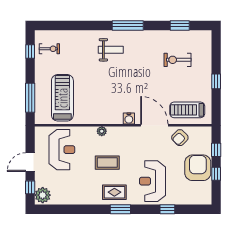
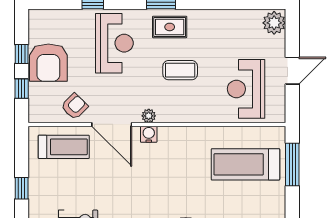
treadmill: (62, 98) -> (245, 164), turned 90
plant: (102, 131) -> (149, 116), moved
window: (30, 187) -> (292, 34), removed

